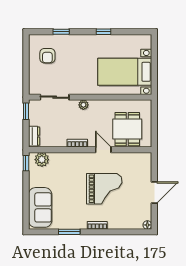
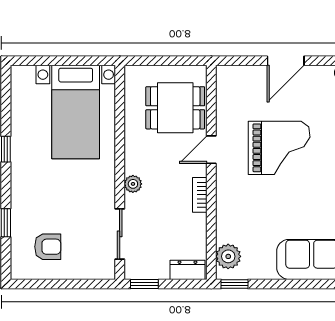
grand piano: (104, 189) -> (279, 148), turned 90
door: (154, 193) -> (286, 61), swing flipped

